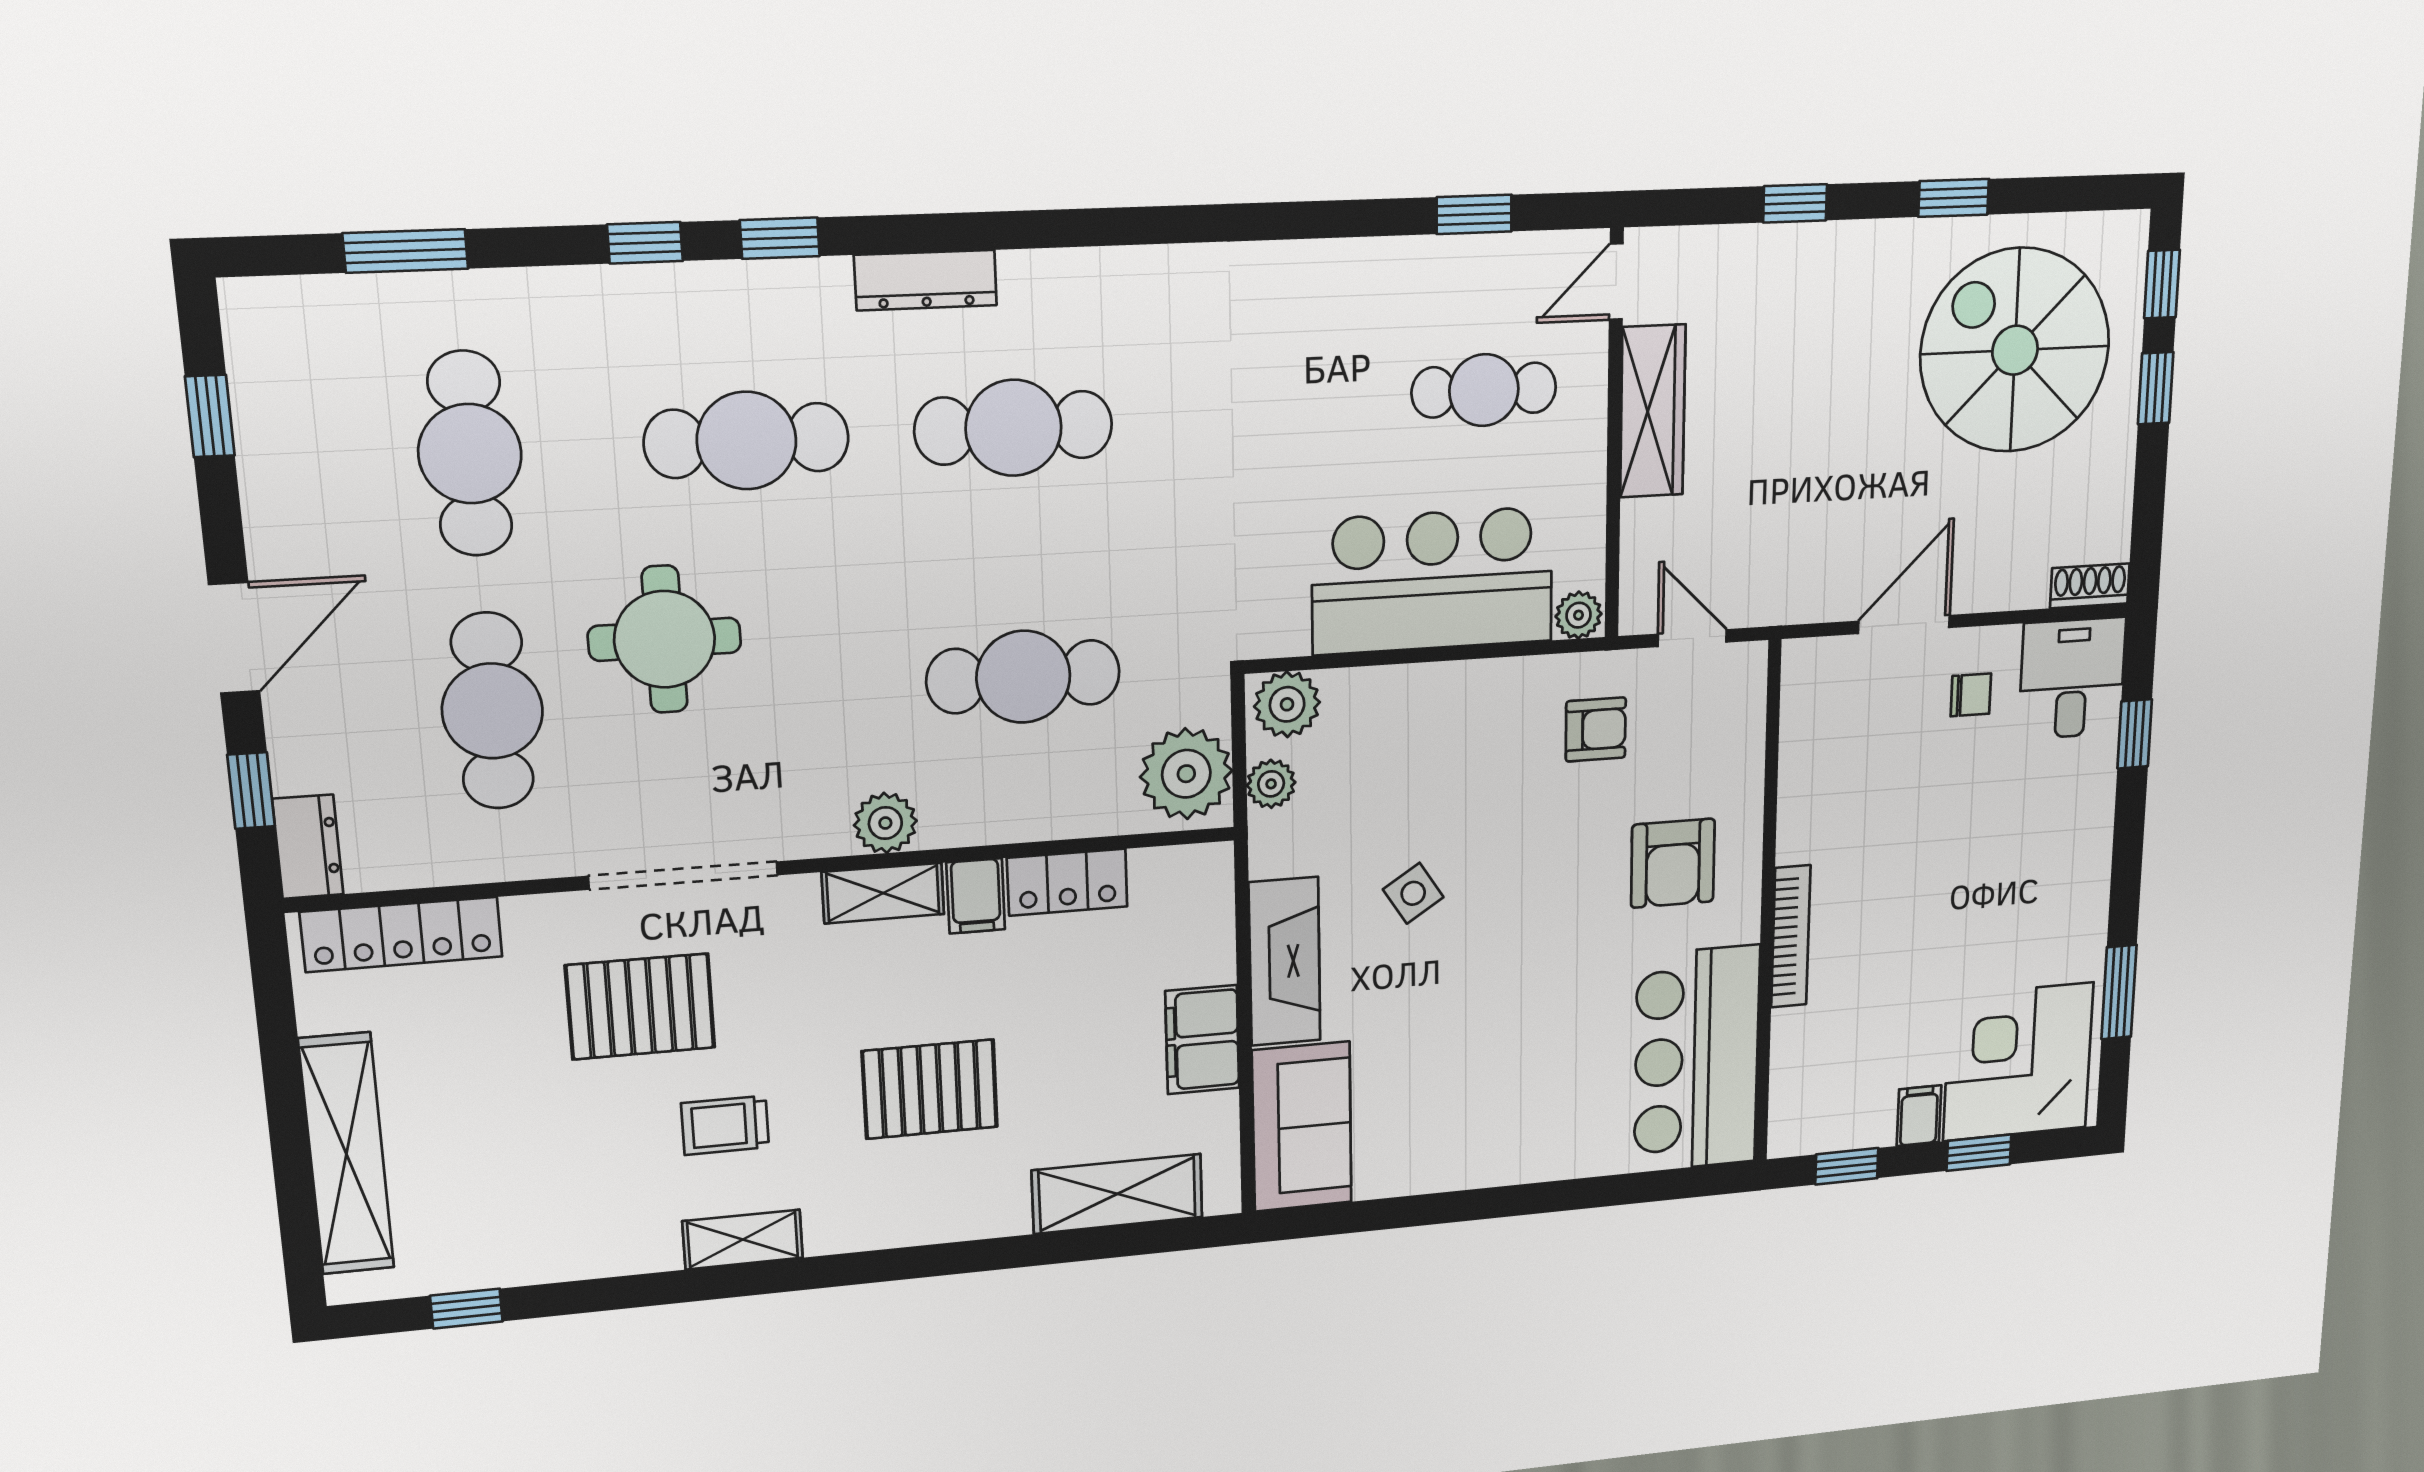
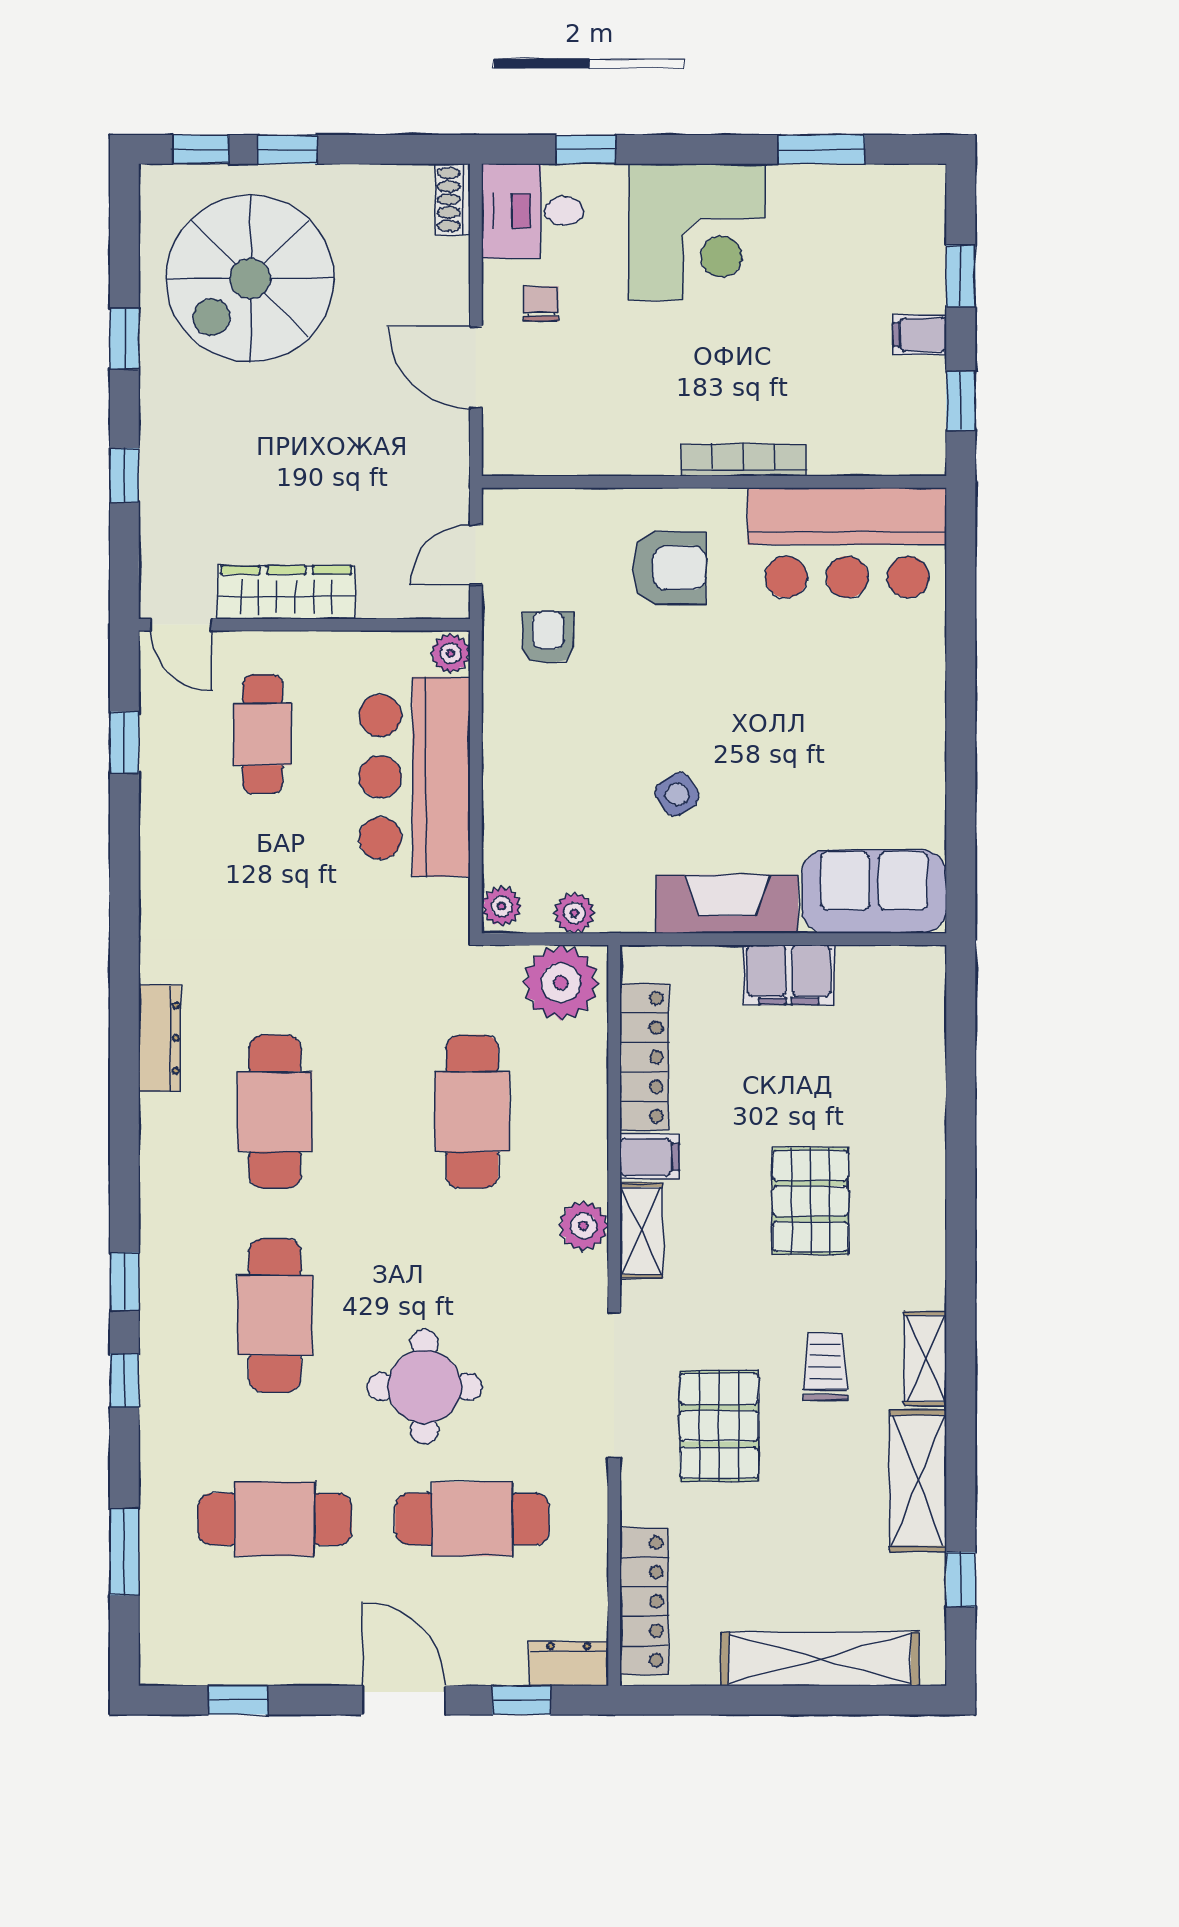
dresser: (926, 280) -> (160, 1038), moved
plant: (1287, 704) -> (502, 906), width x0.73, depth x0.73
locker: (1067, 882) -> (644, 1057), width x1.53
corner desk: (2018, 1062) -> (697, 232), moved, turned -90
trolley: (725, 1125) -> (825, 1366), turned 180
shelving: (1117, 1194) -> (918, 1481), moved

